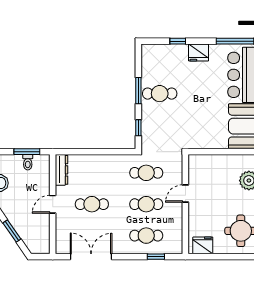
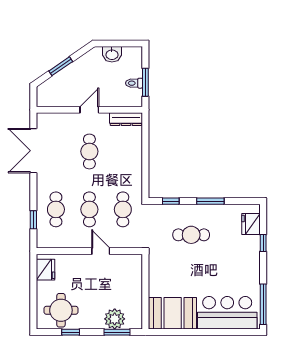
fridge: (199, 52) -> (251, 224), moved
cafe table: (160, 94) -> (191, 235), moved, turned 90
door: (53, 204) -> (89, 110), hinge flipped
double door: (91, 257) -> (33, 151), swing flipped

